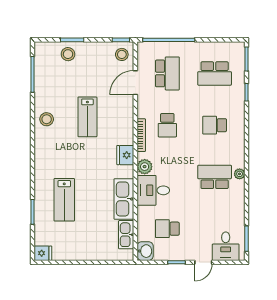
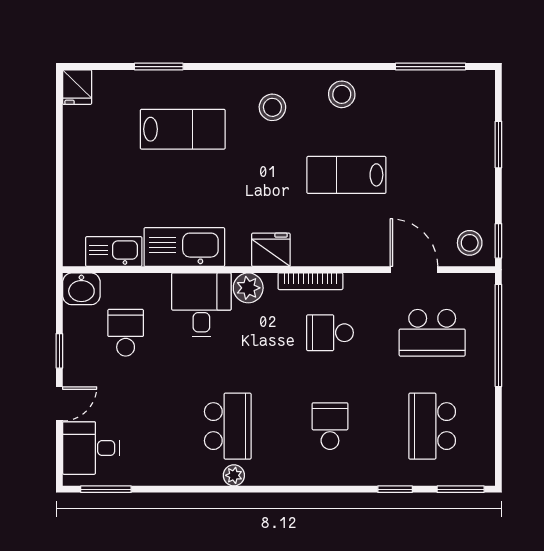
stool: (68, 54) -> (272, 107), moved
lab bench: (64, 200) -> (183, 129), turned 180
door: (203, 262) -> (59, 404), swing flipped

